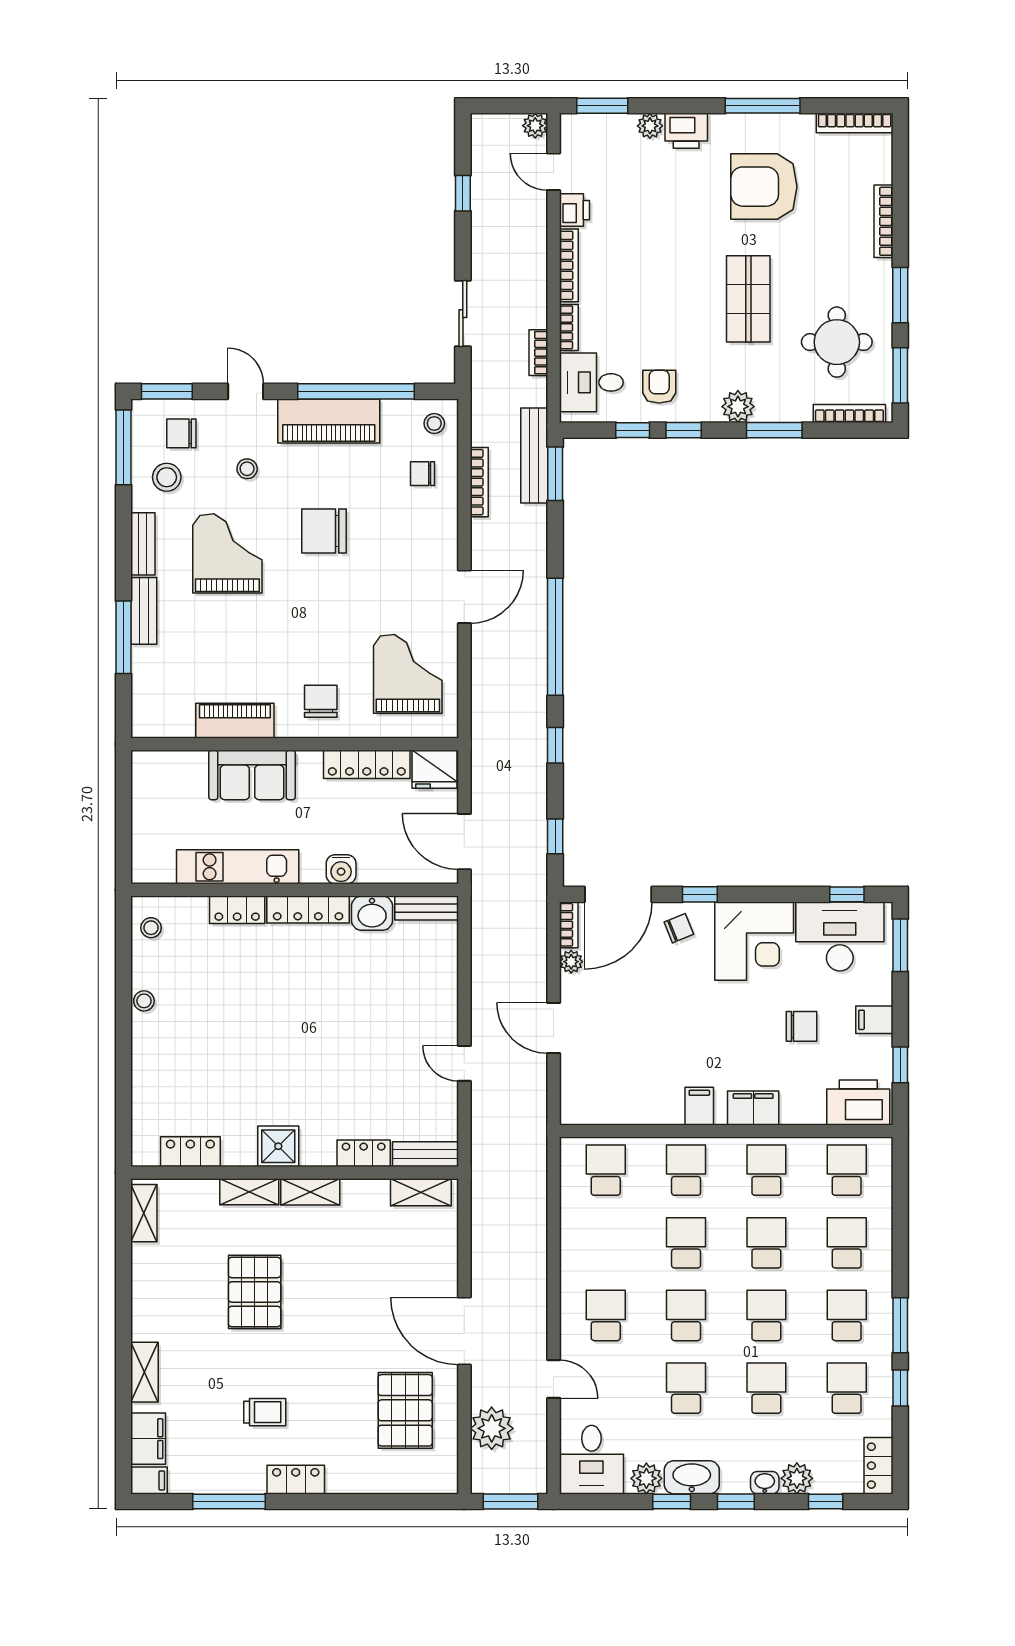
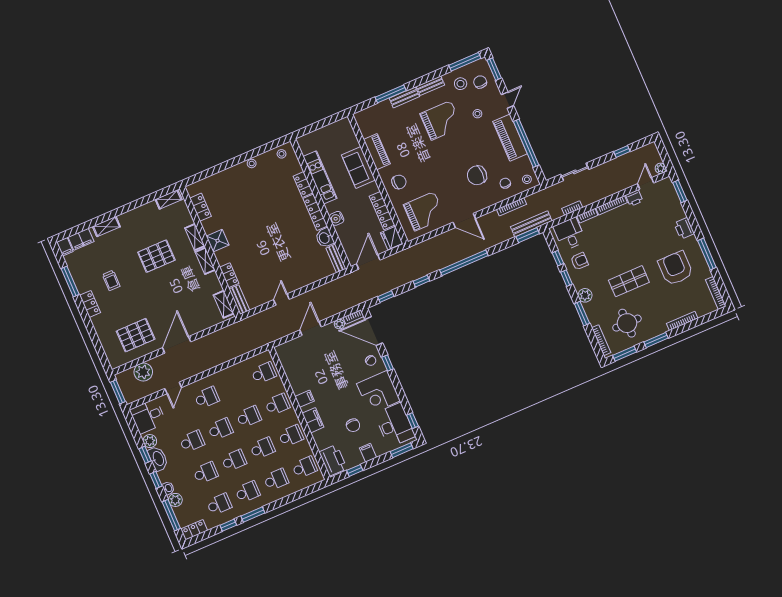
plant: (650, 126) -> (680, 213), removed
chair: (324, 531) -> (477, 175), moved, turned -90
window: (826, 1501) -> (171, 515), width x2.17

